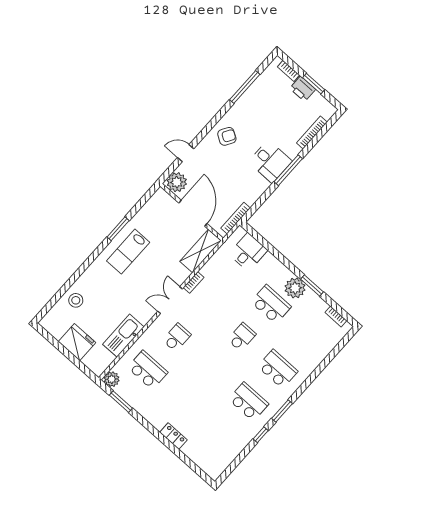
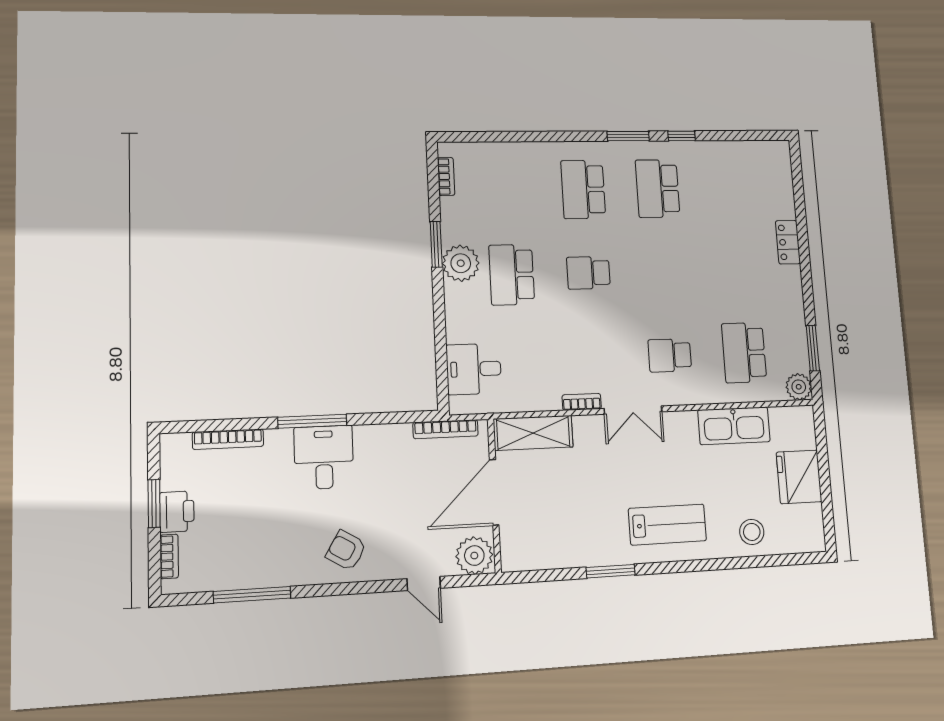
lab bench: (128, 252) -> (667, 524), moved

